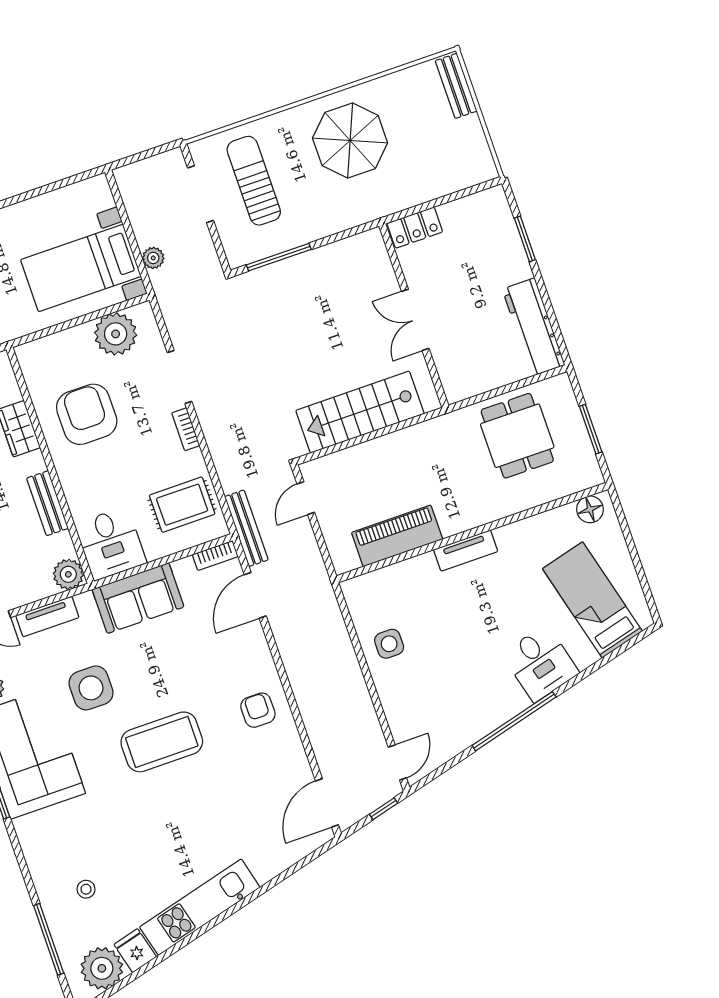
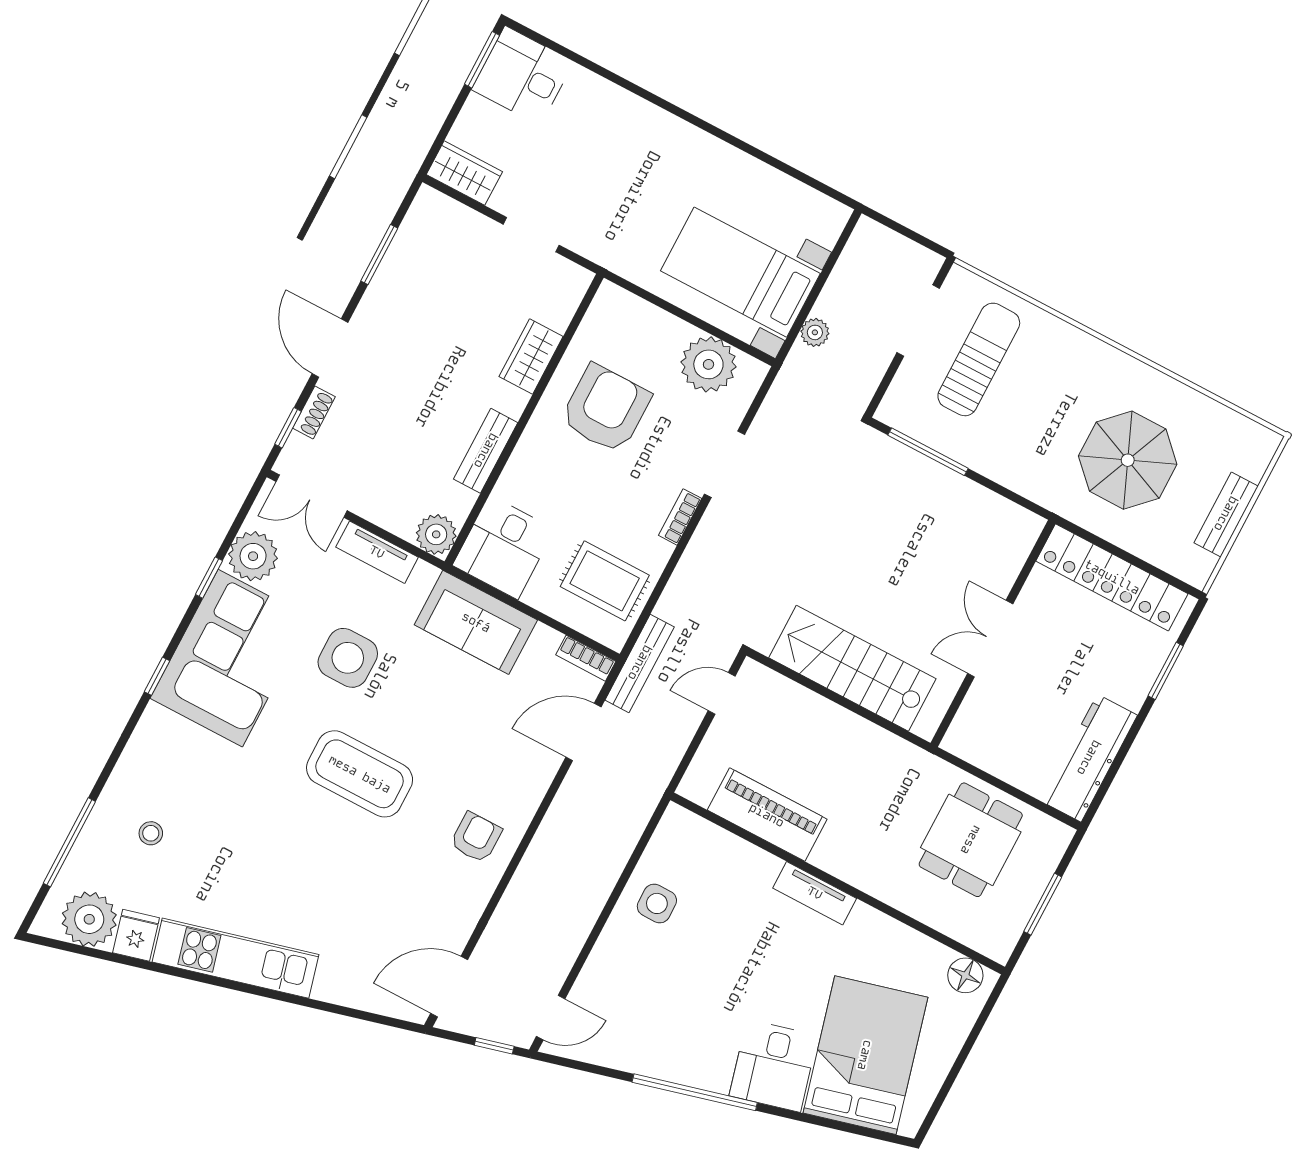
bench: (456, 86) -> (1226, 514), moved
parasol: (350, 141) -> (1128, 460), moved
locker: (415, 228) -> (1112, 577), width x2.16, depth x1.21
bed: (592, 600) -> (865, 1055), width x1.50

